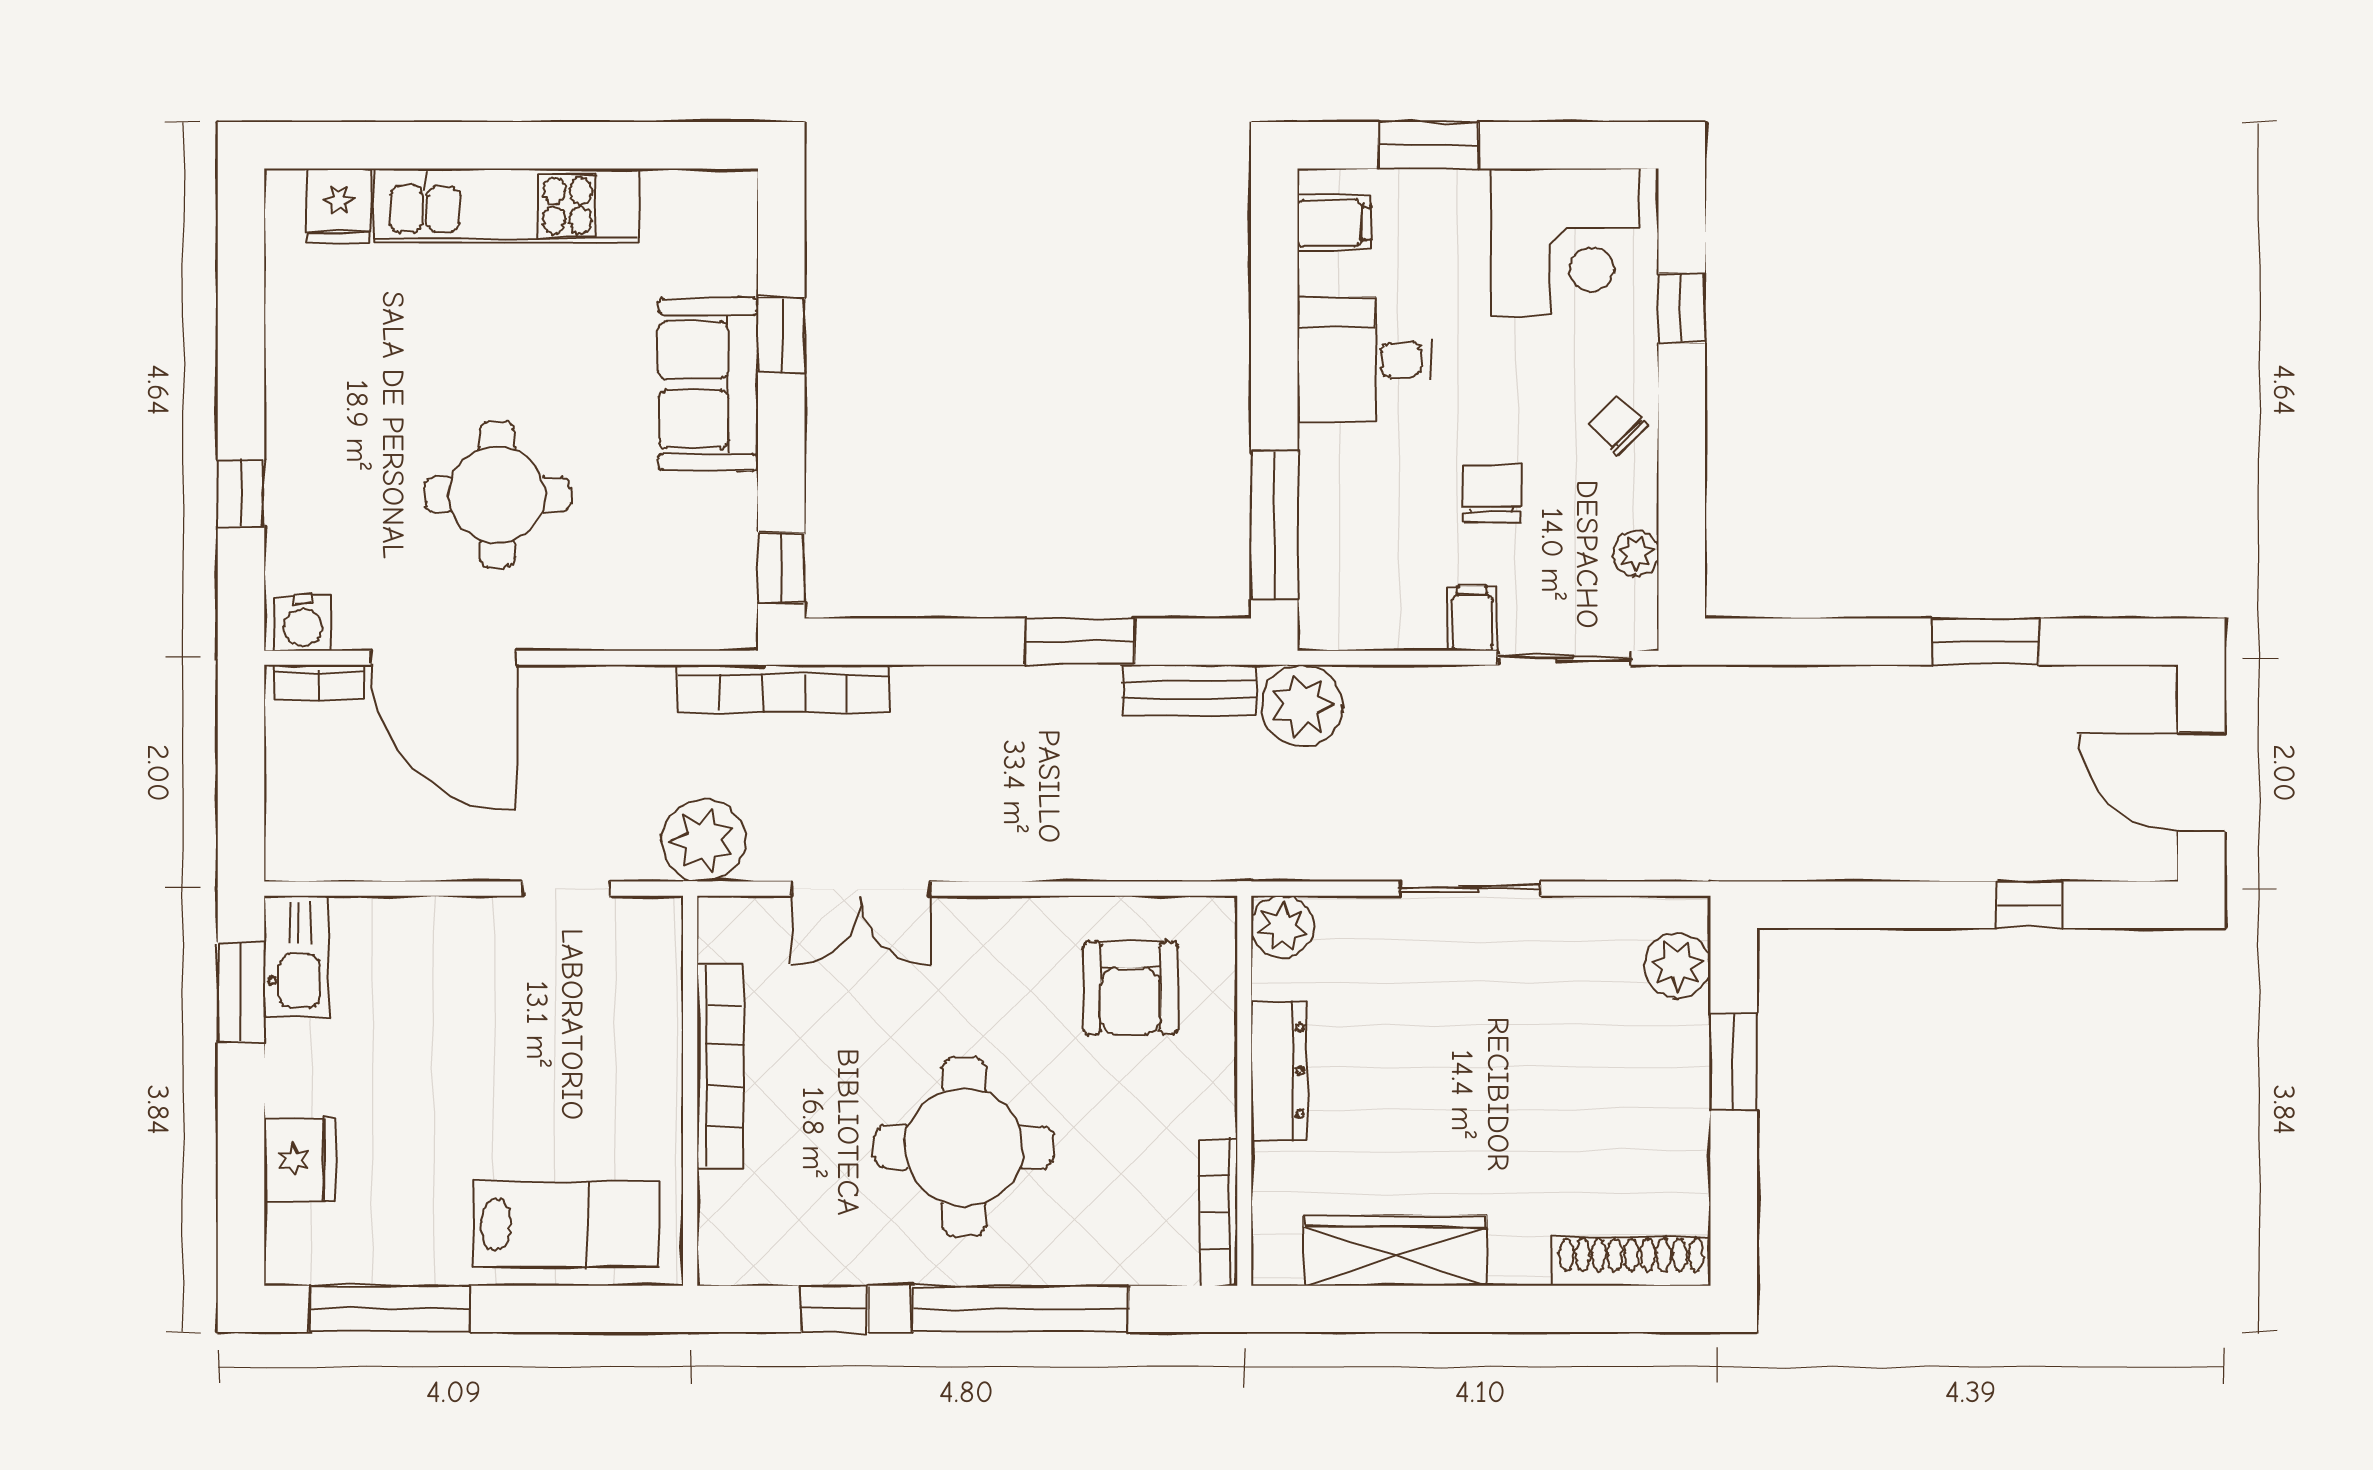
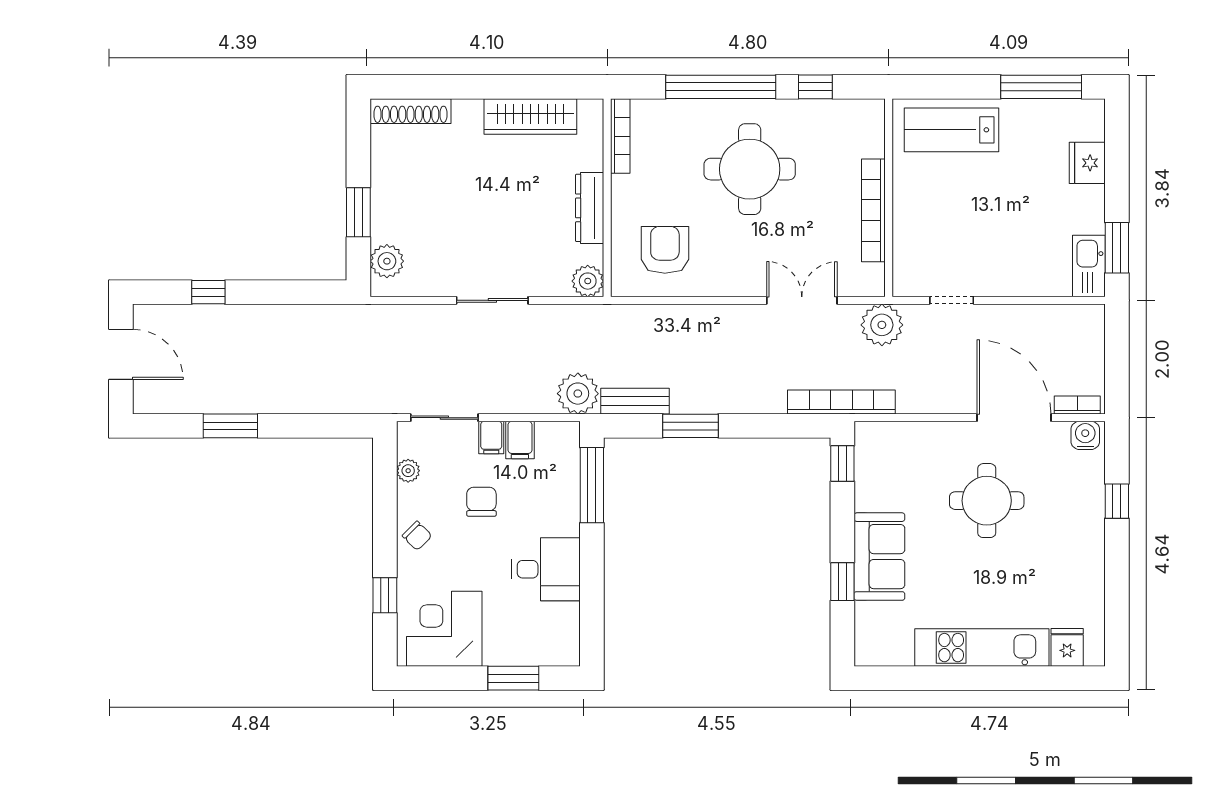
filing cabinet: (1334, 223) -> (520, 440), moved, turned -90
chair: (1492, 492) -> (481, 502), turned 180

